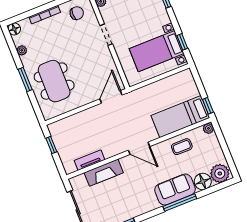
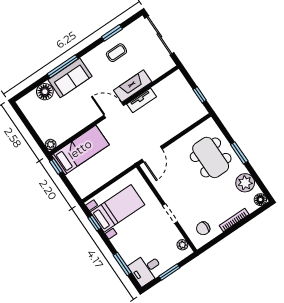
plant: (22, 50) -> (245, 183), width x1.88, depth x1.88
coffee table: (182, 147) -> (116, 53), moved
tv unit: (89, 160) -> (142, 100), moved
fireplace: (104, 173) -> (133, 86), moved
plant: (220, 173) -> (30, 103), removed

